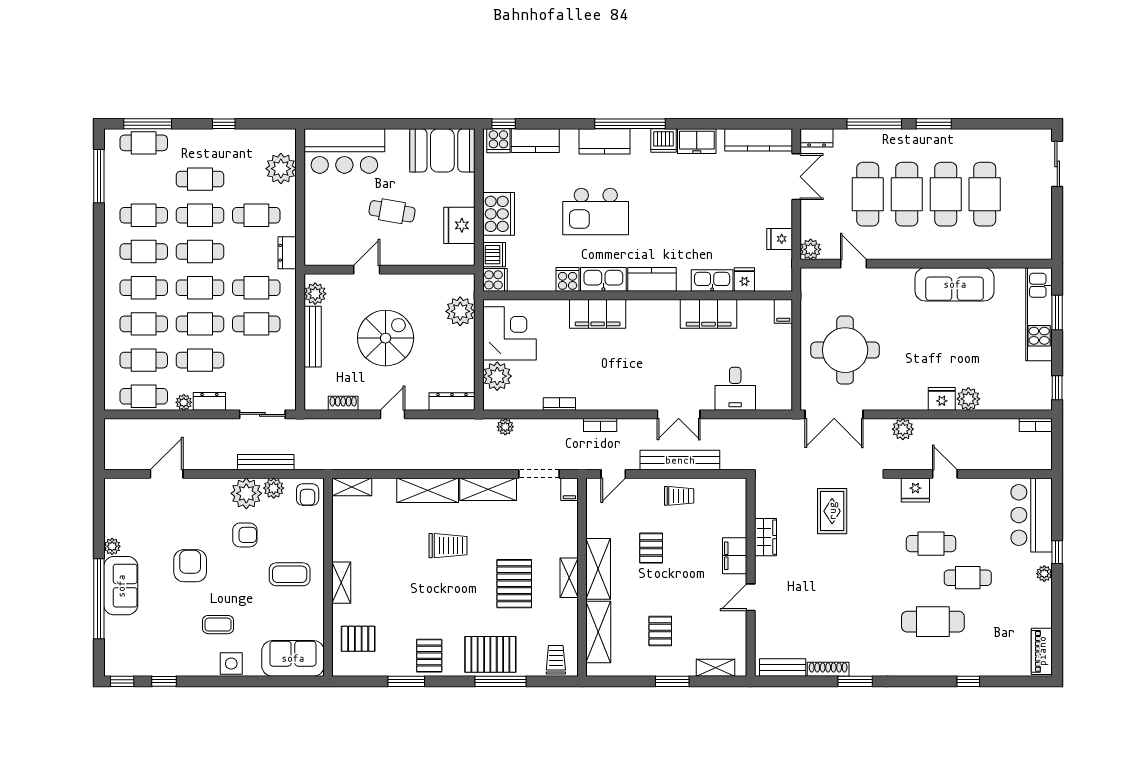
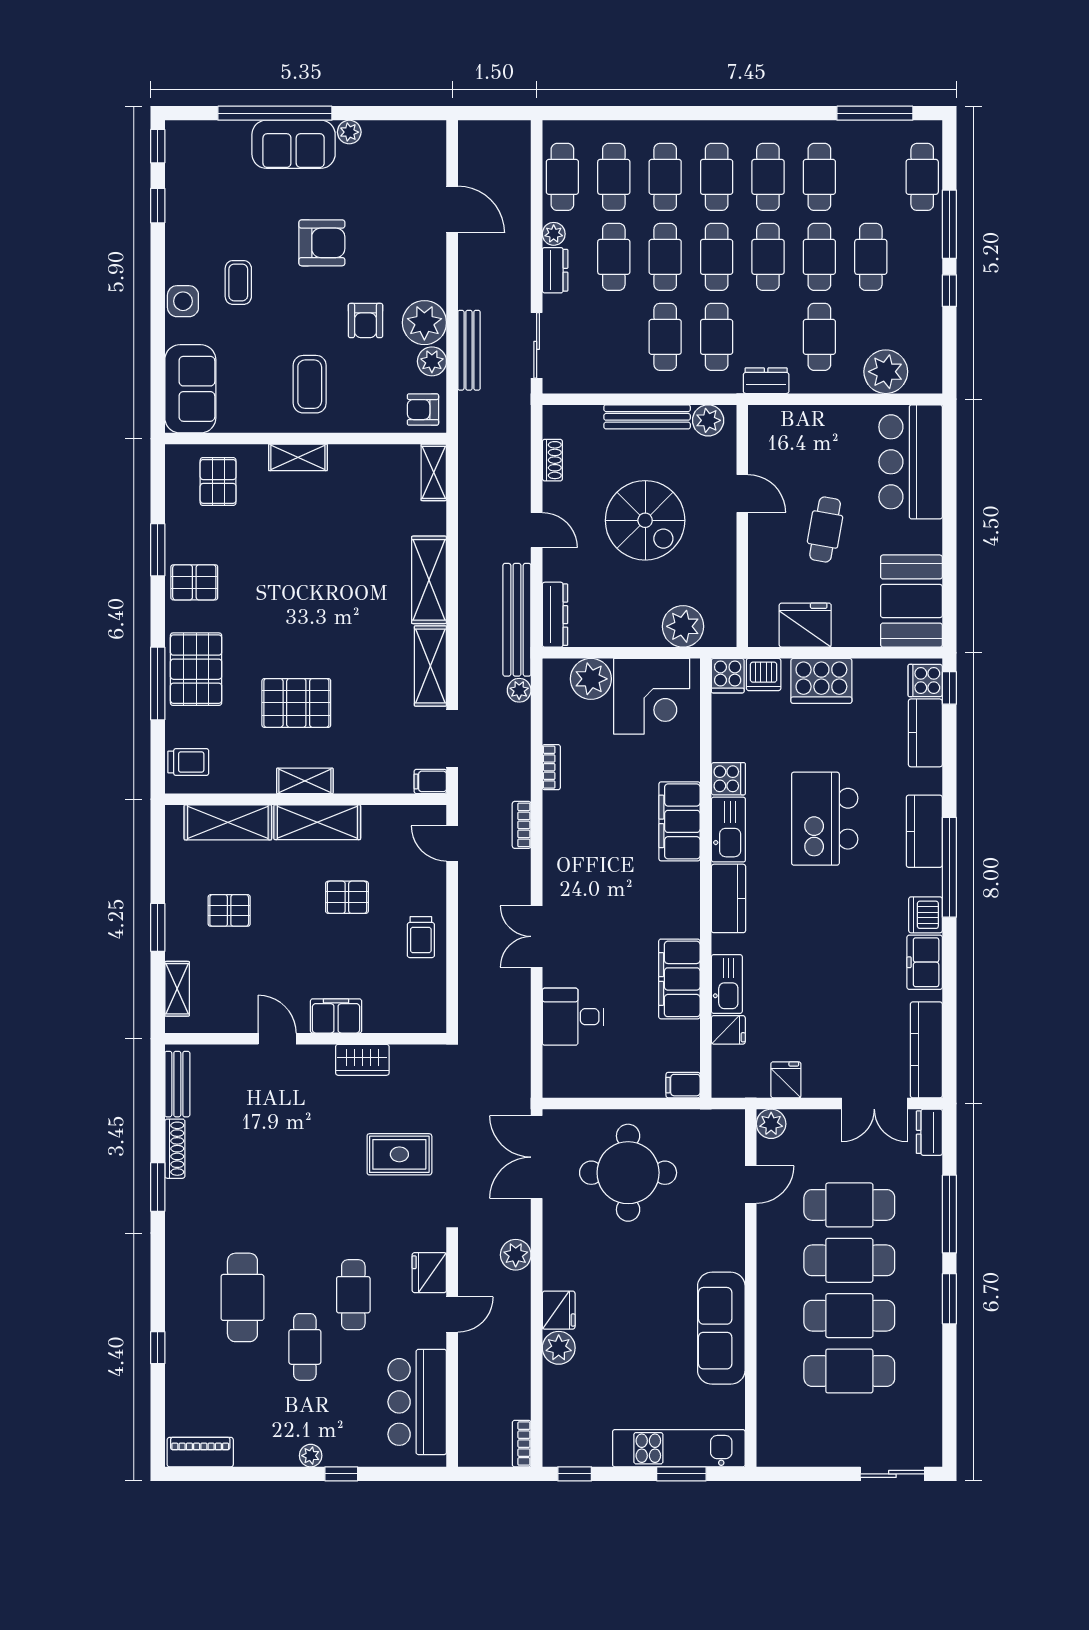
window: (148, 124) -> (949, 224), moved
bench: (680, 460) -> (517, 620), moved
bar counter: (1032, 515) -> (417, 1402), moved, turned -90
trolley: (448, 546) -> (350, 609), removed

